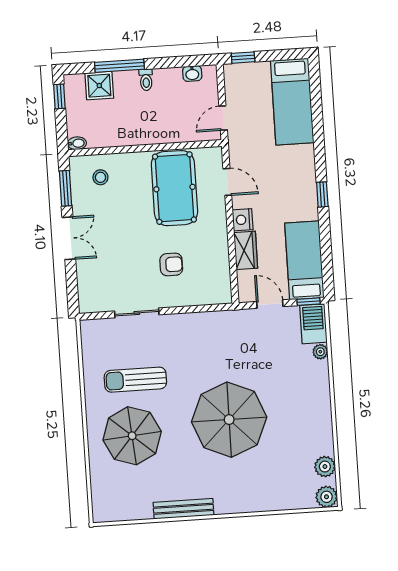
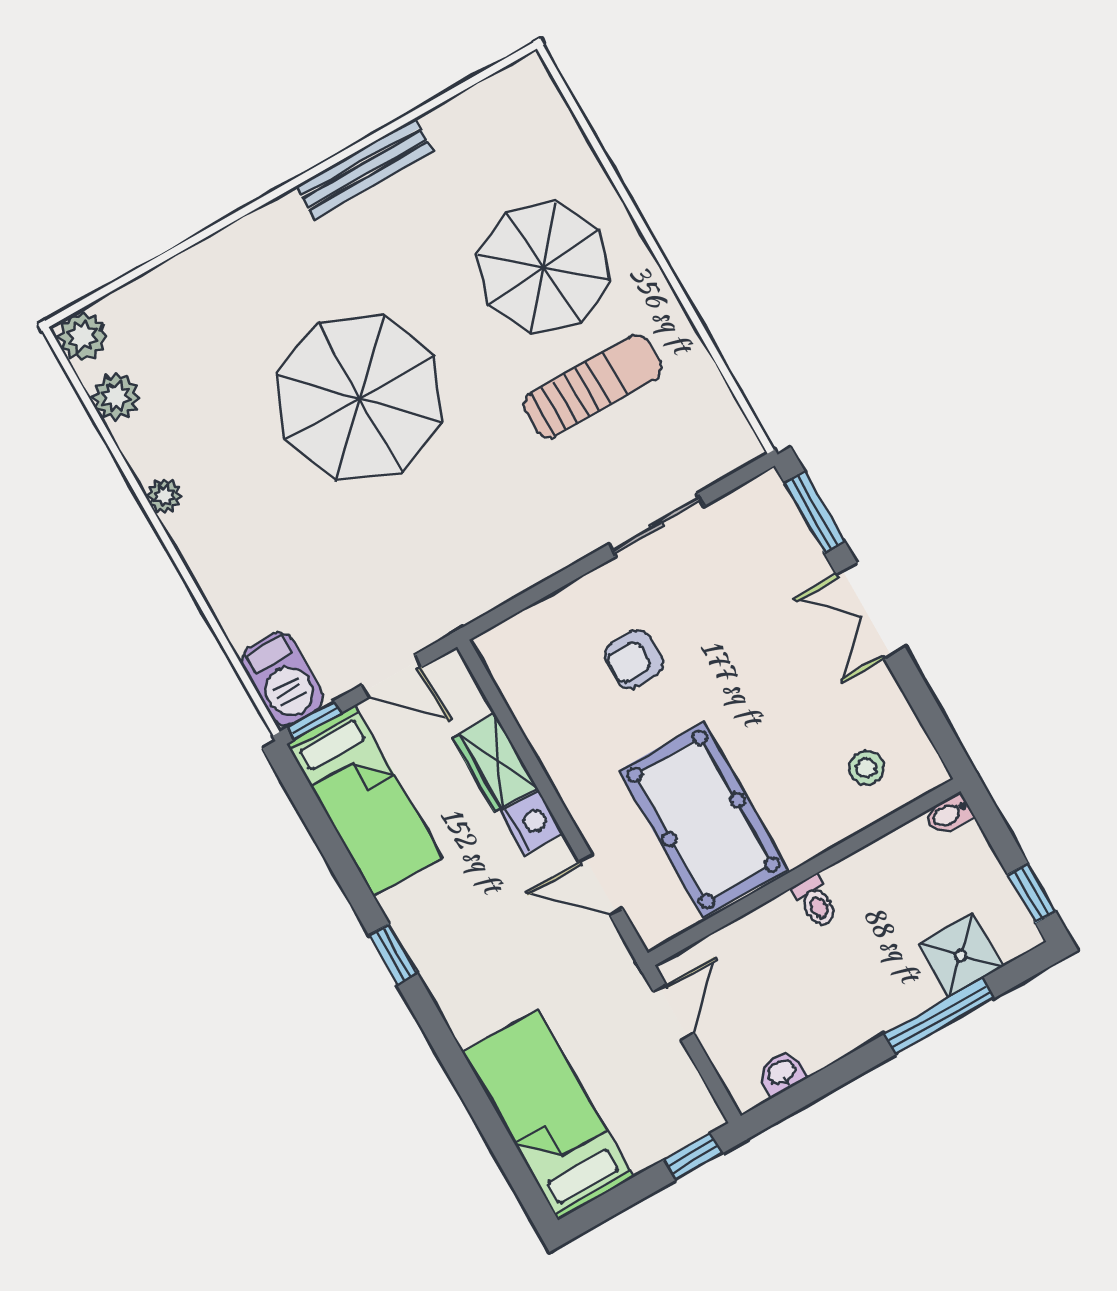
toilet: (146, 80) -> (816, 902), moved, turned 180
window: (66, 188) -> (814, 512), moved
plant: (320, 352) -> (164, 496), moved

